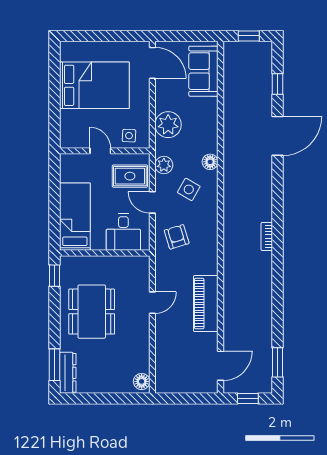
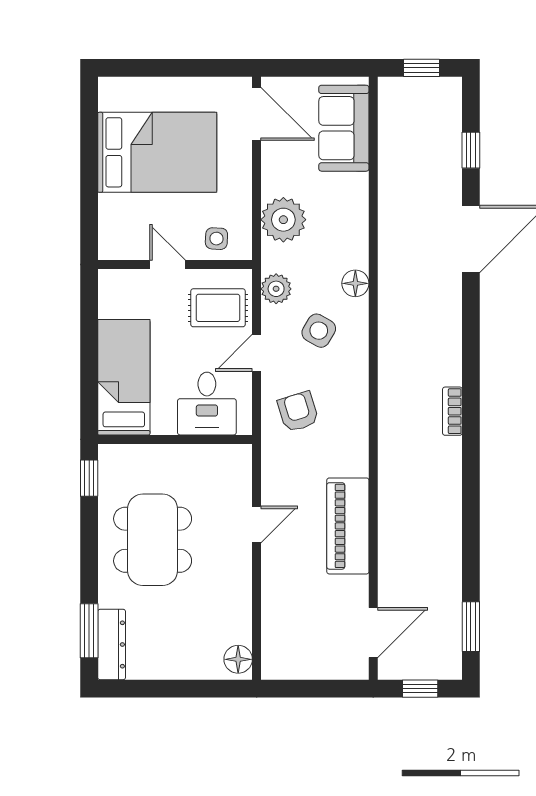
door: (152, 202) -> (257, 353), hinge flipped

